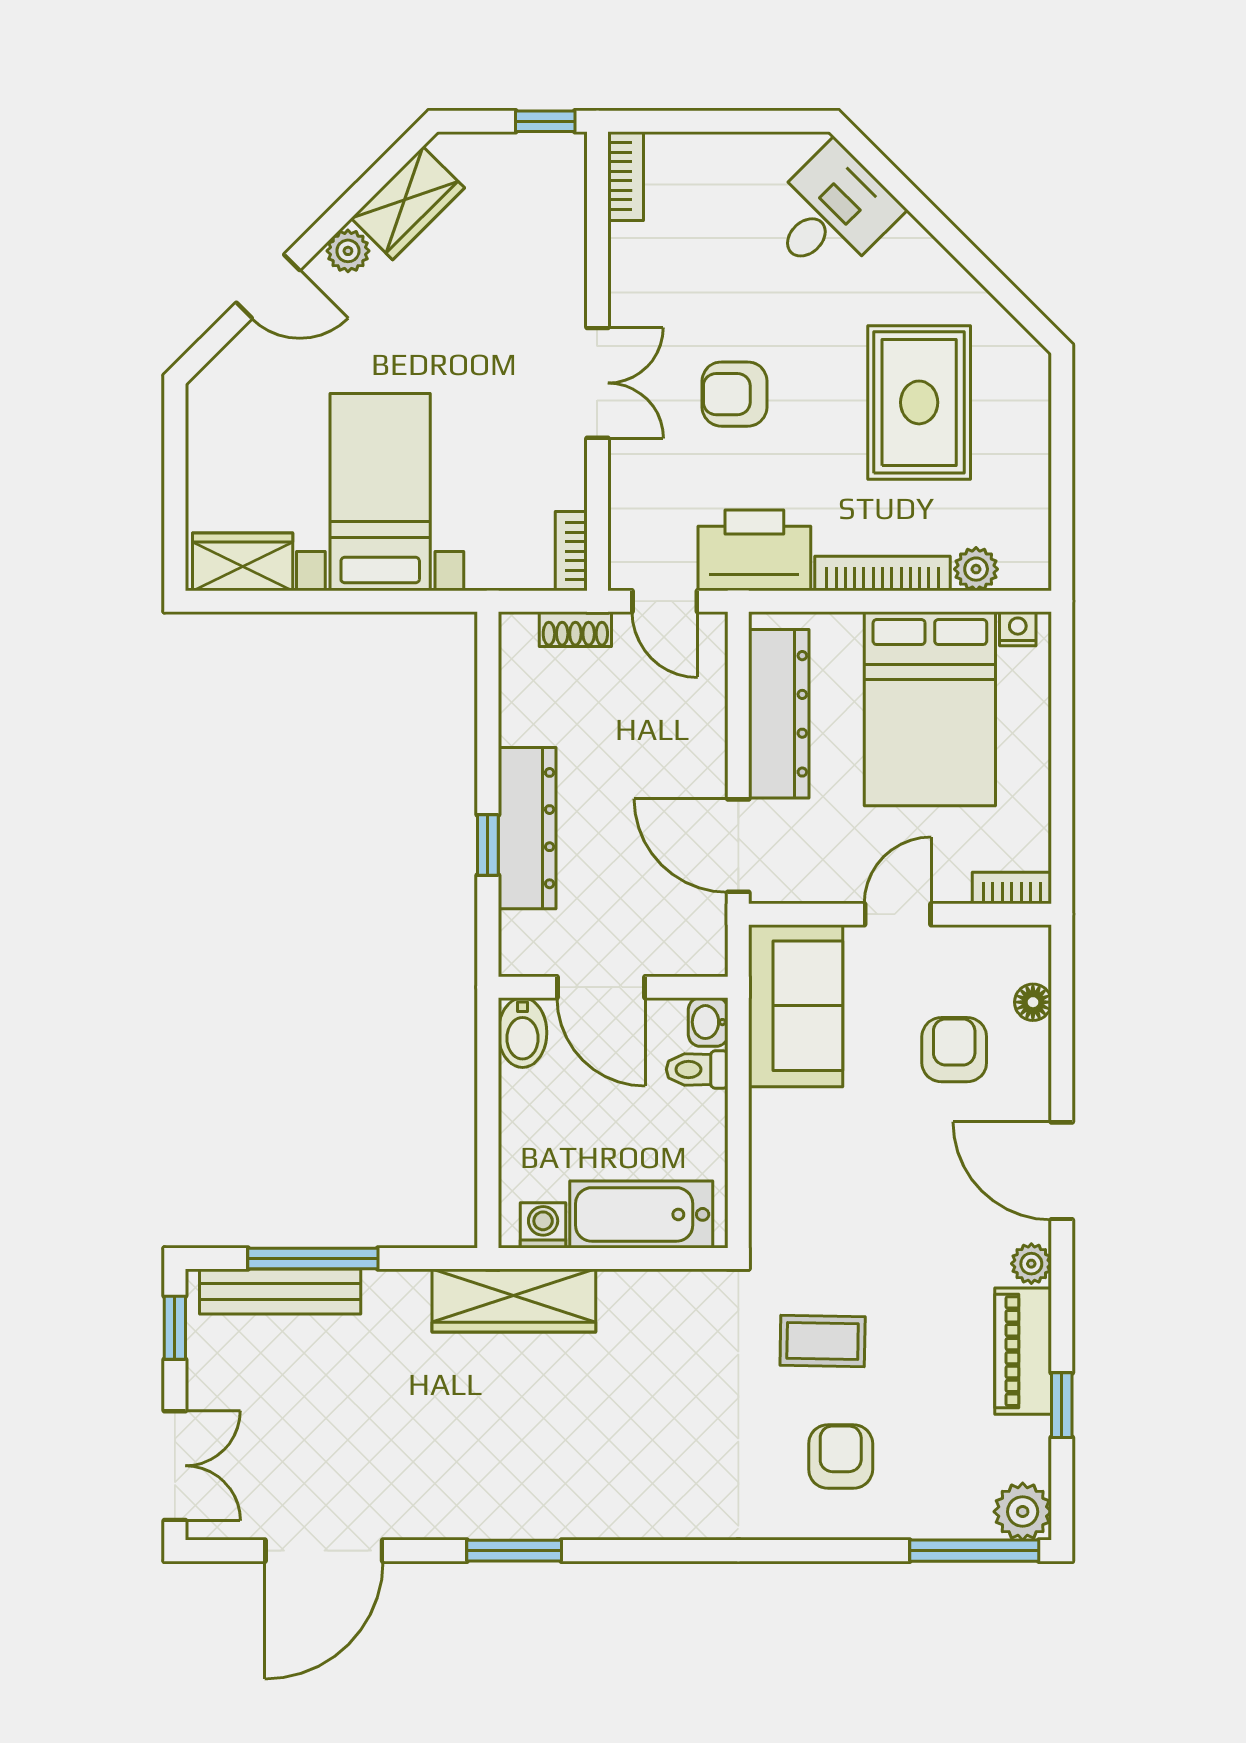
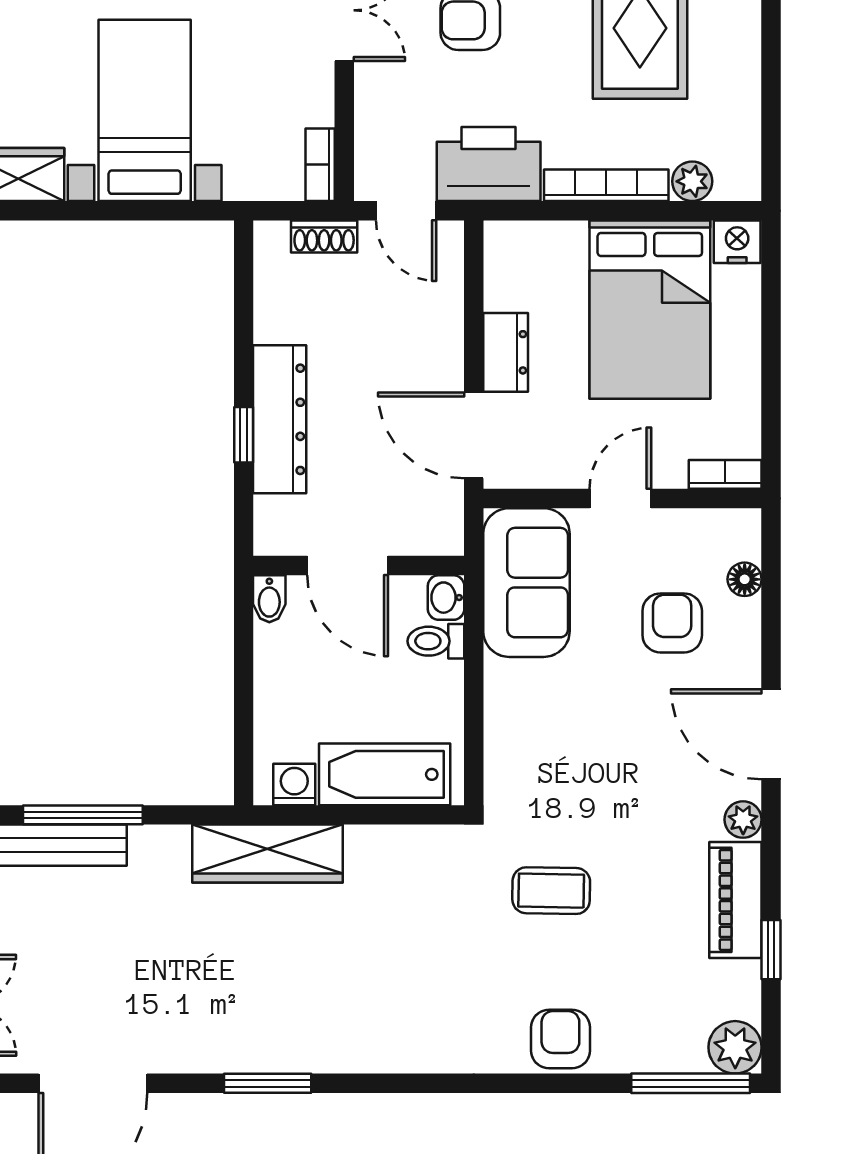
nightstand: (1018, 629) -> (737, 242), width x1.39, depth x1.35
dresser: (779, 714) -> (506, 352), width x0.51, depth x0.80
bidet: (523, 1033) -> (269, 599), width x0.72, depth x0.74
armchair: (841, 1457) -> (560, 1039), moved

